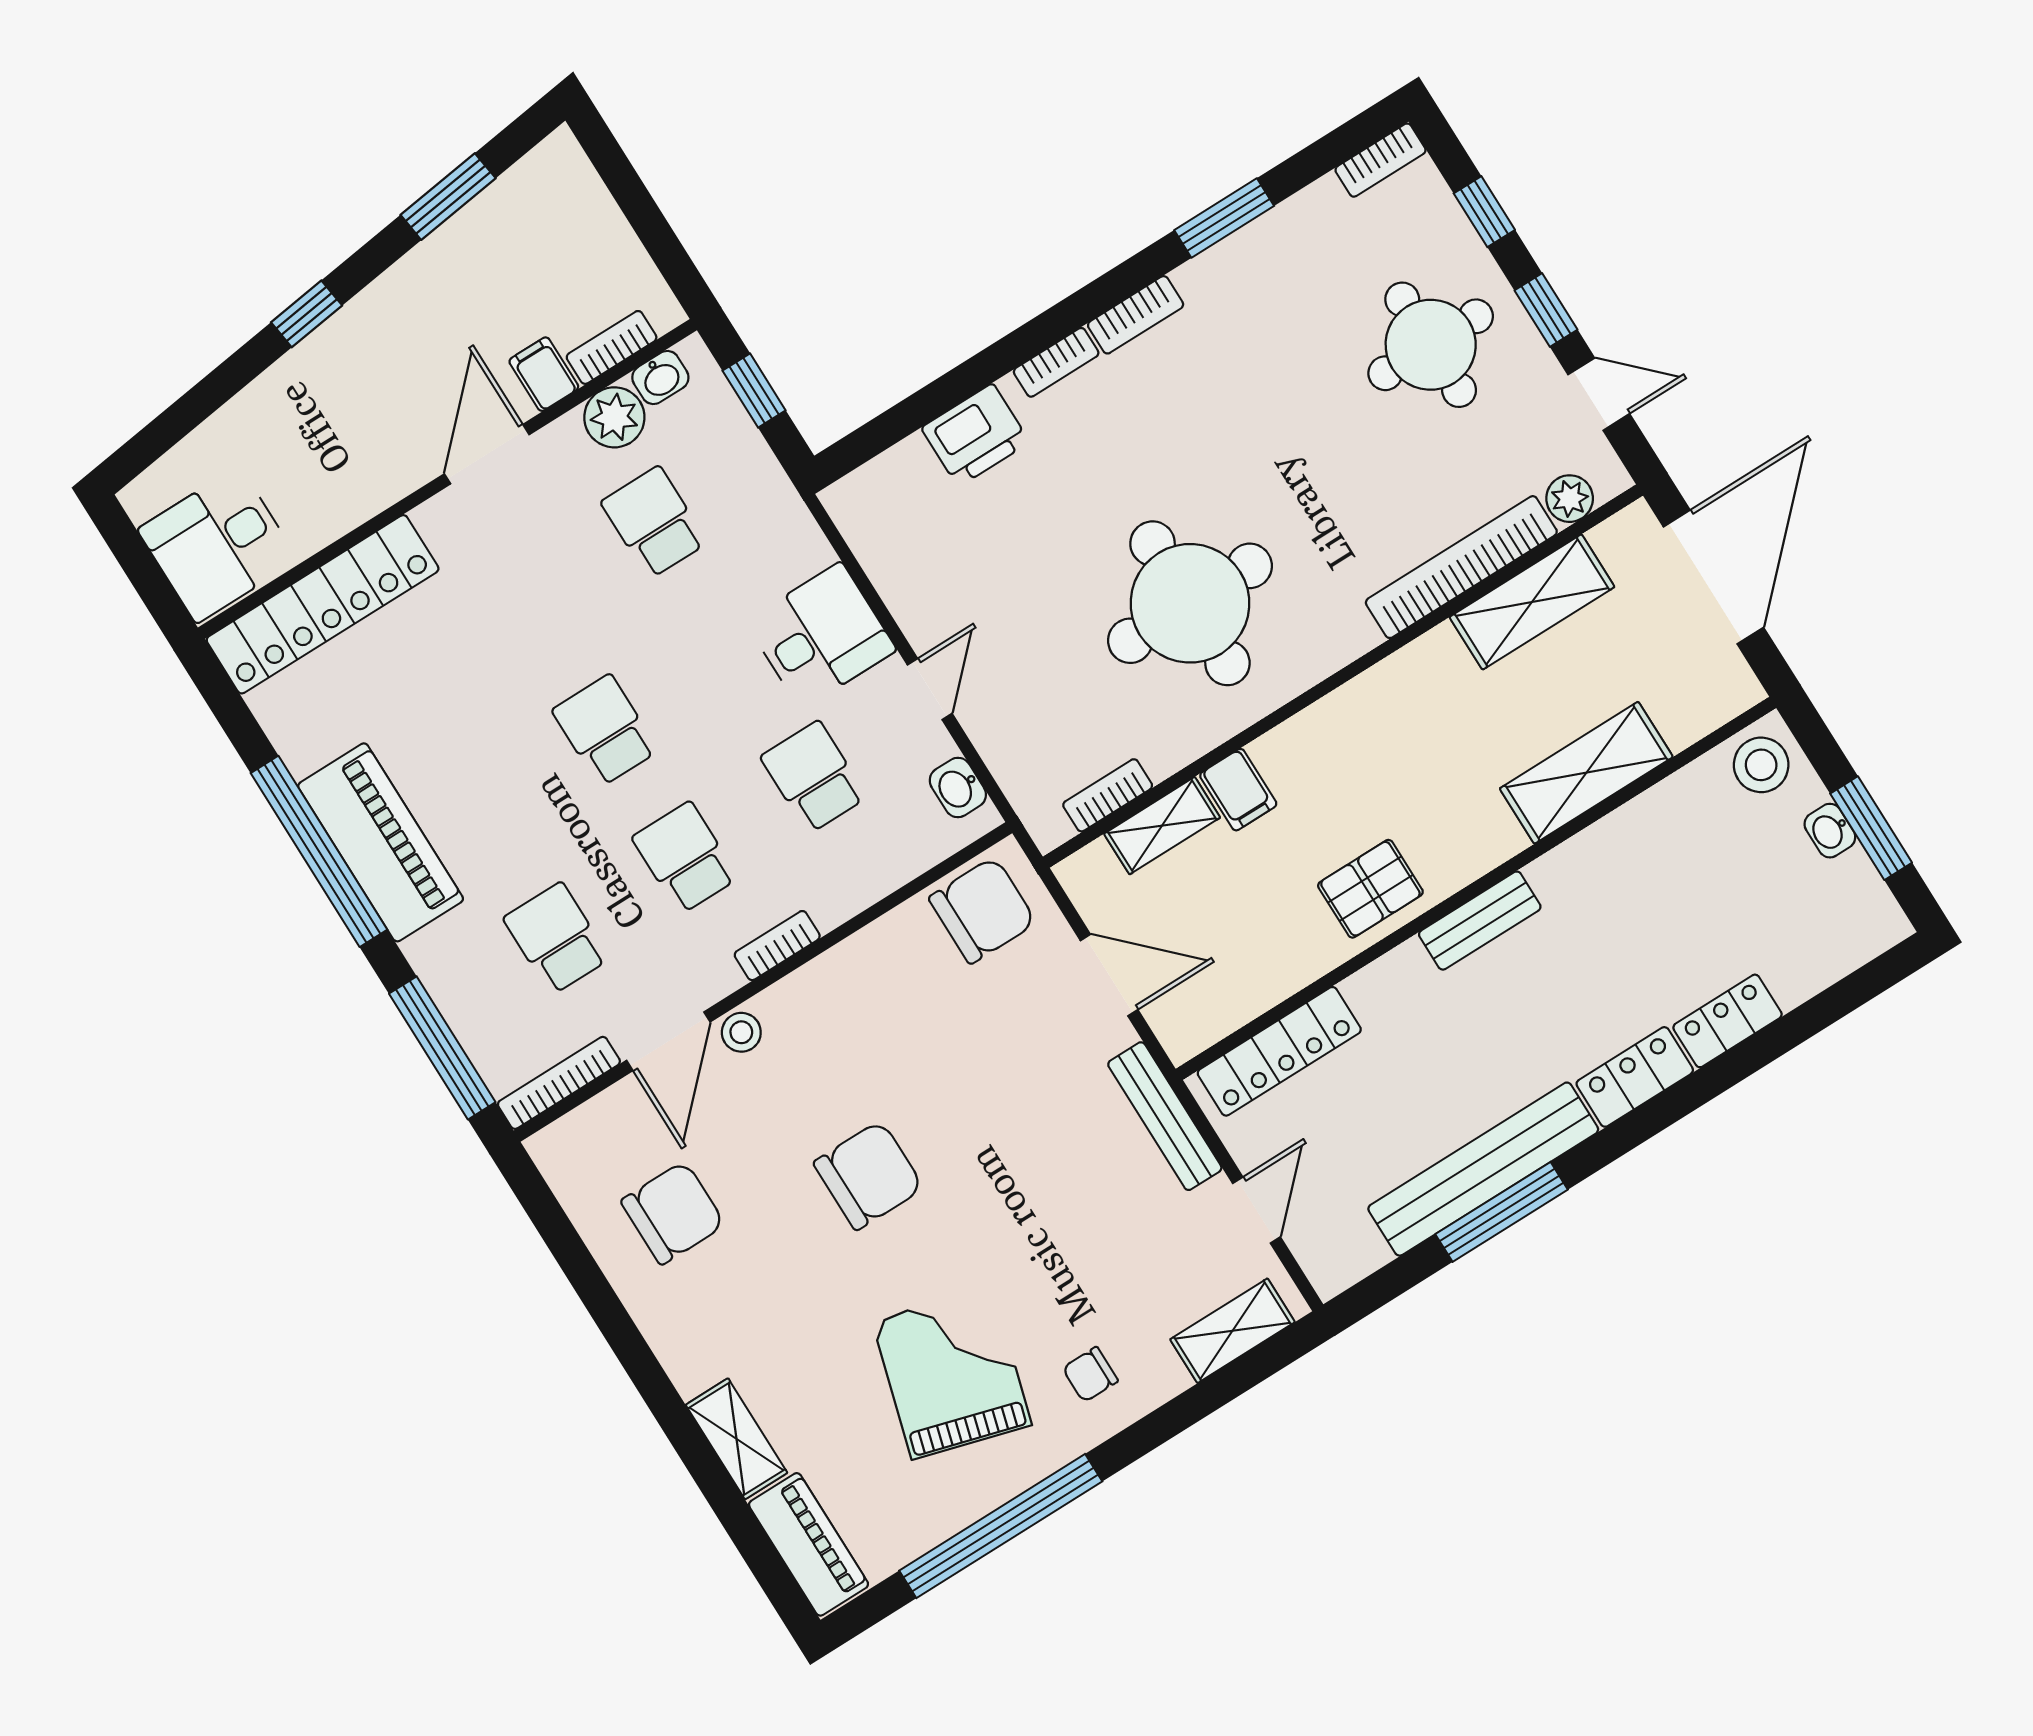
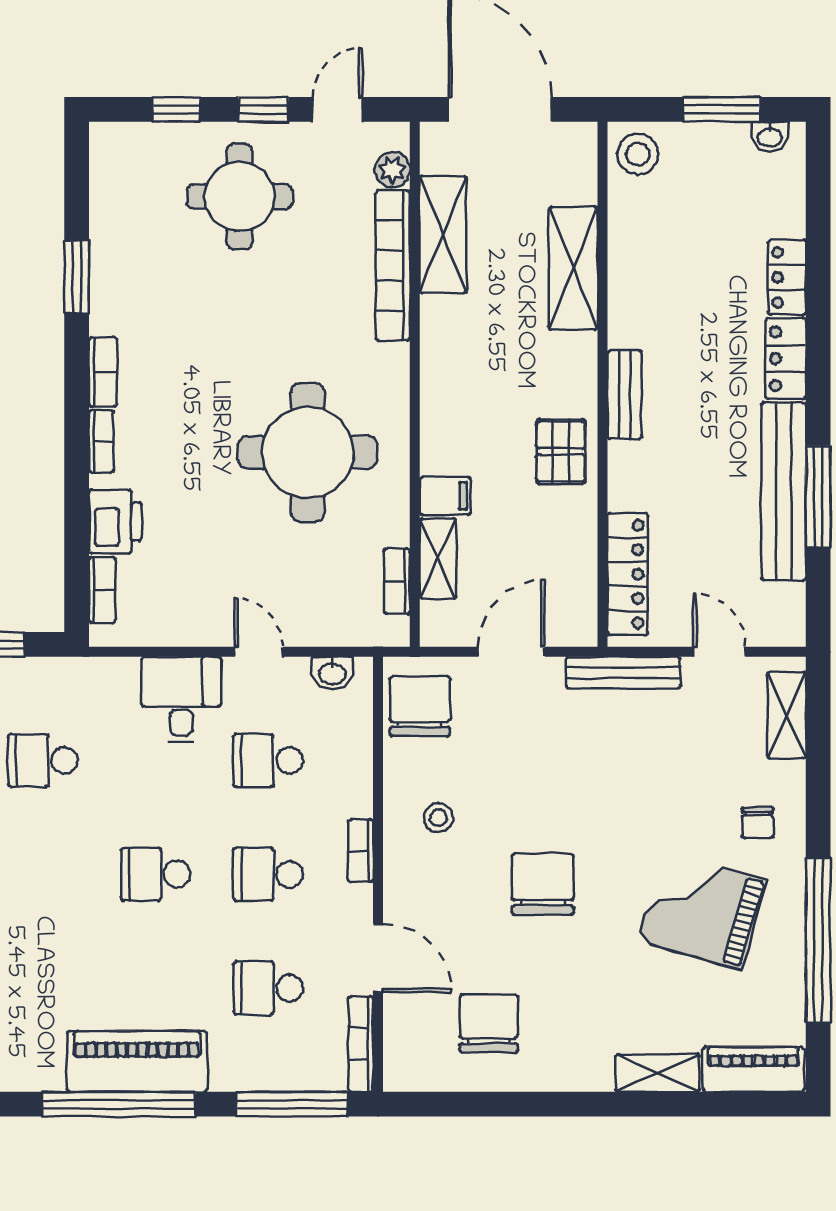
bookcase: (1380, 160) -> (102, 590), moved
washbasin: (1830, 831) -> (770, 137), moved
stool: (741, 1032) -> (438, 818), moved

